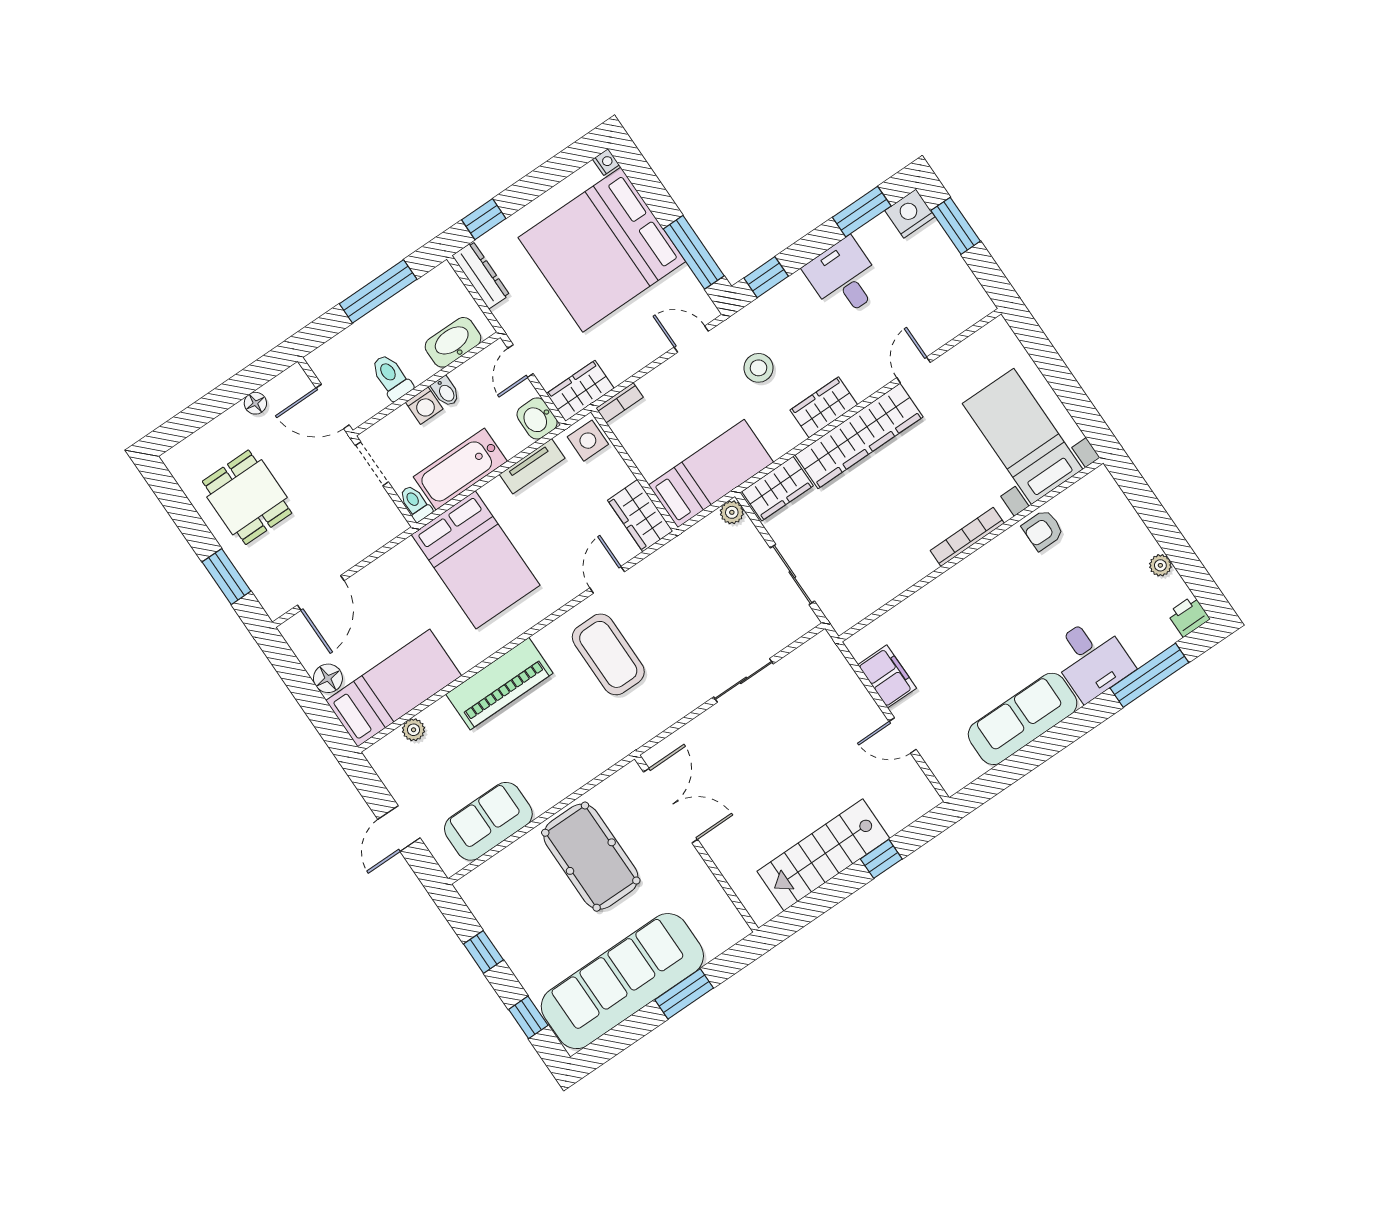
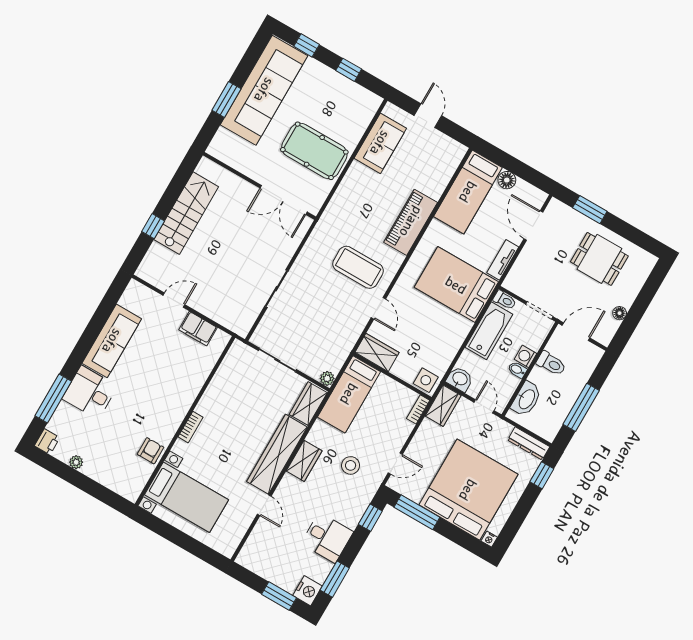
tv unit: (532, 466) -> (503, 260), moved
bookcase: (967, 537) -> (191, 427), width x0.64
plant: (414, 730) -> (446, 174), removed

